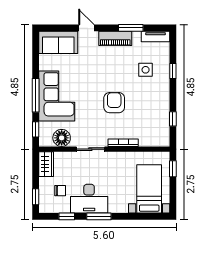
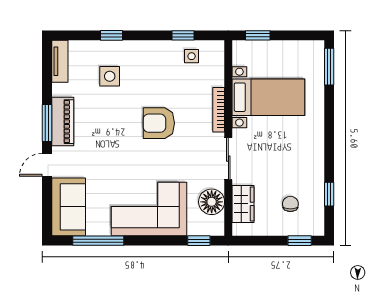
window: (131, 28) -> (47, 123), moved
window: (36, 95) -> (98, 241), moved
side table: (159, 124) -> (192, 56), added
wardrobe: (46, 164) -> (243, 204), moved, turned 90
bed with nightstands: (149, 189) -> (268, 97), moved, turned 180
desk: (89, 199) -> (303, 161), removed
window: (99, 216) -> (329, 67), moved

